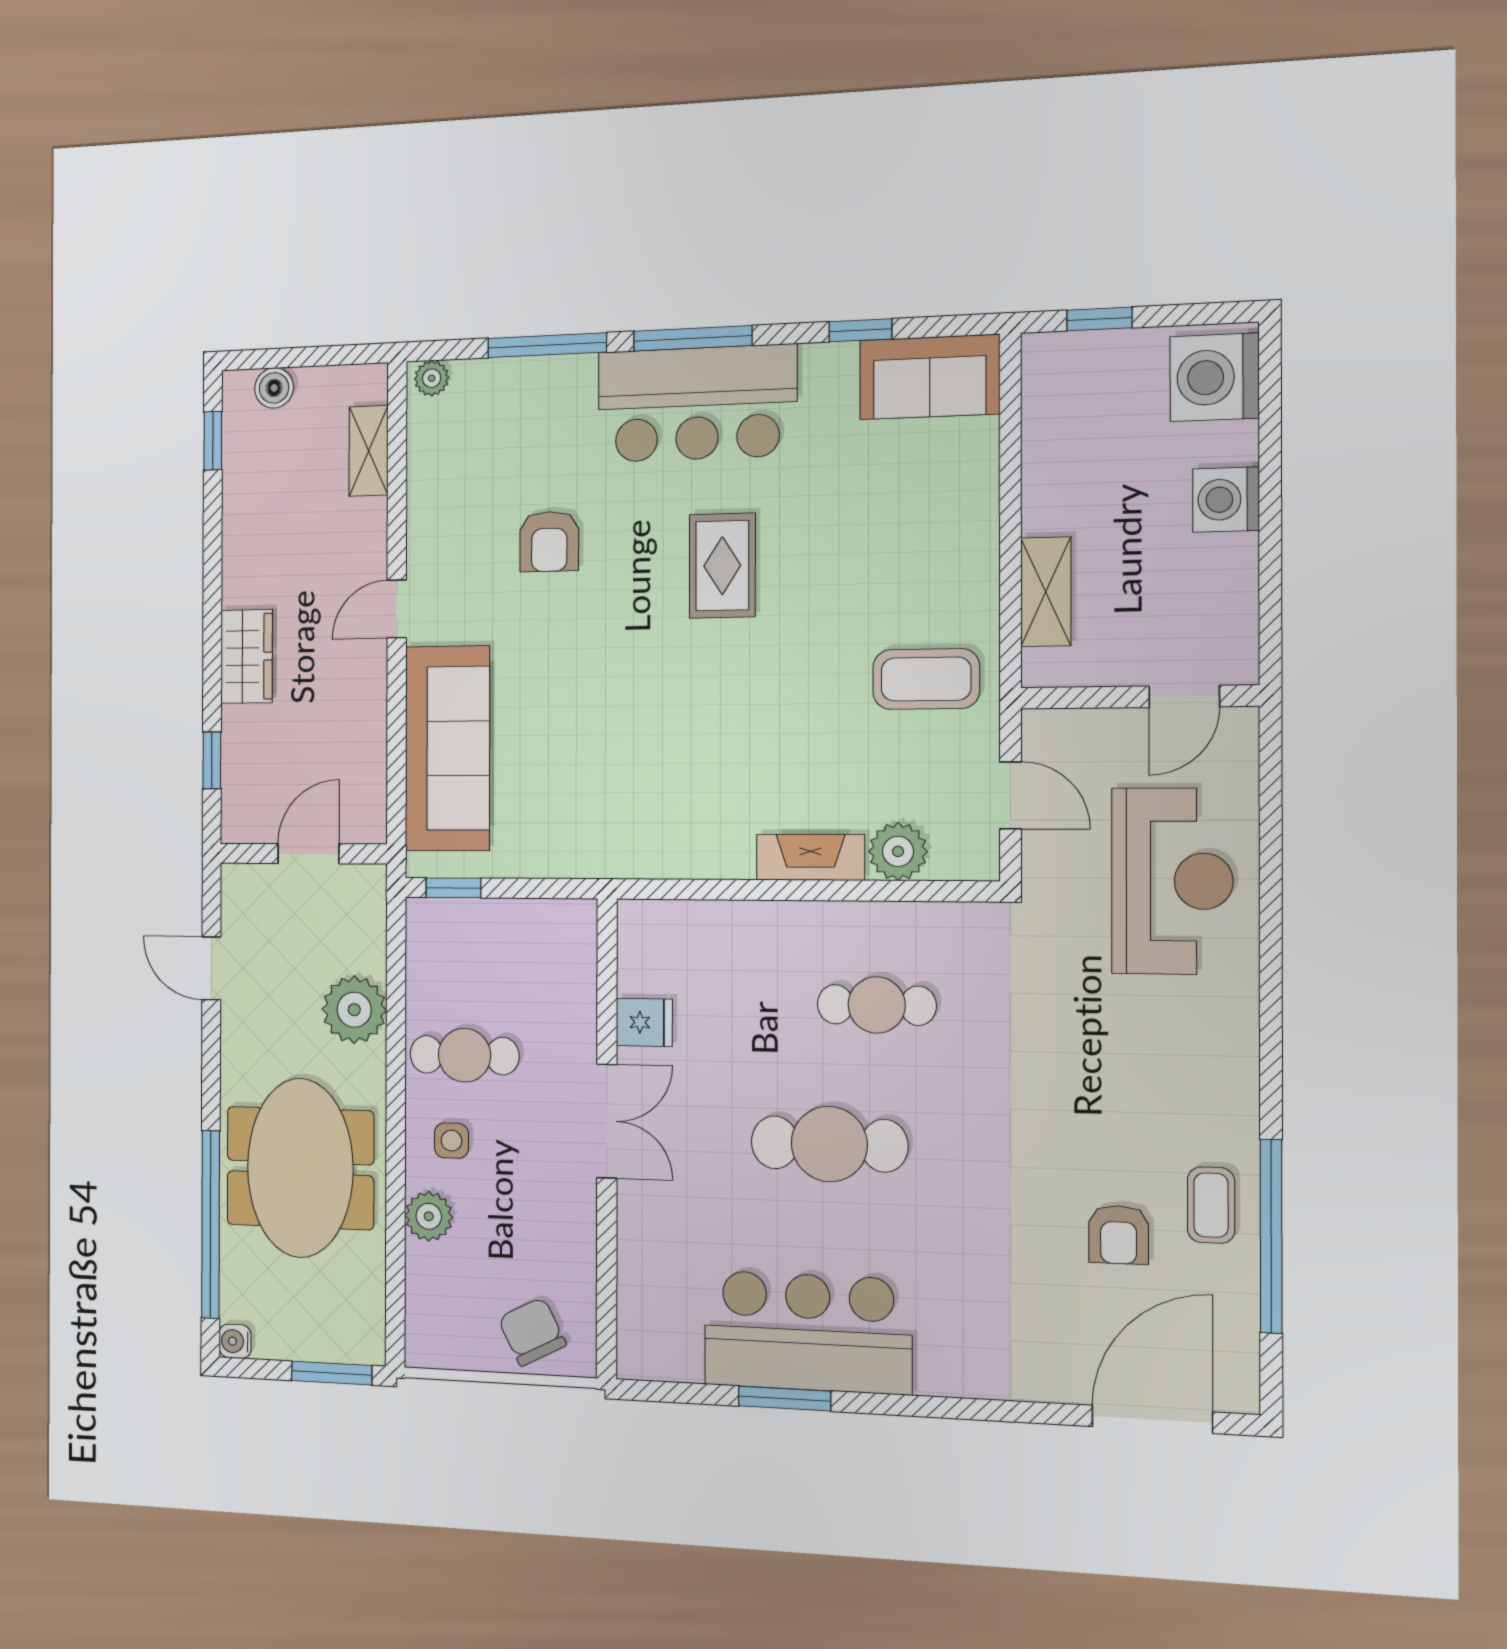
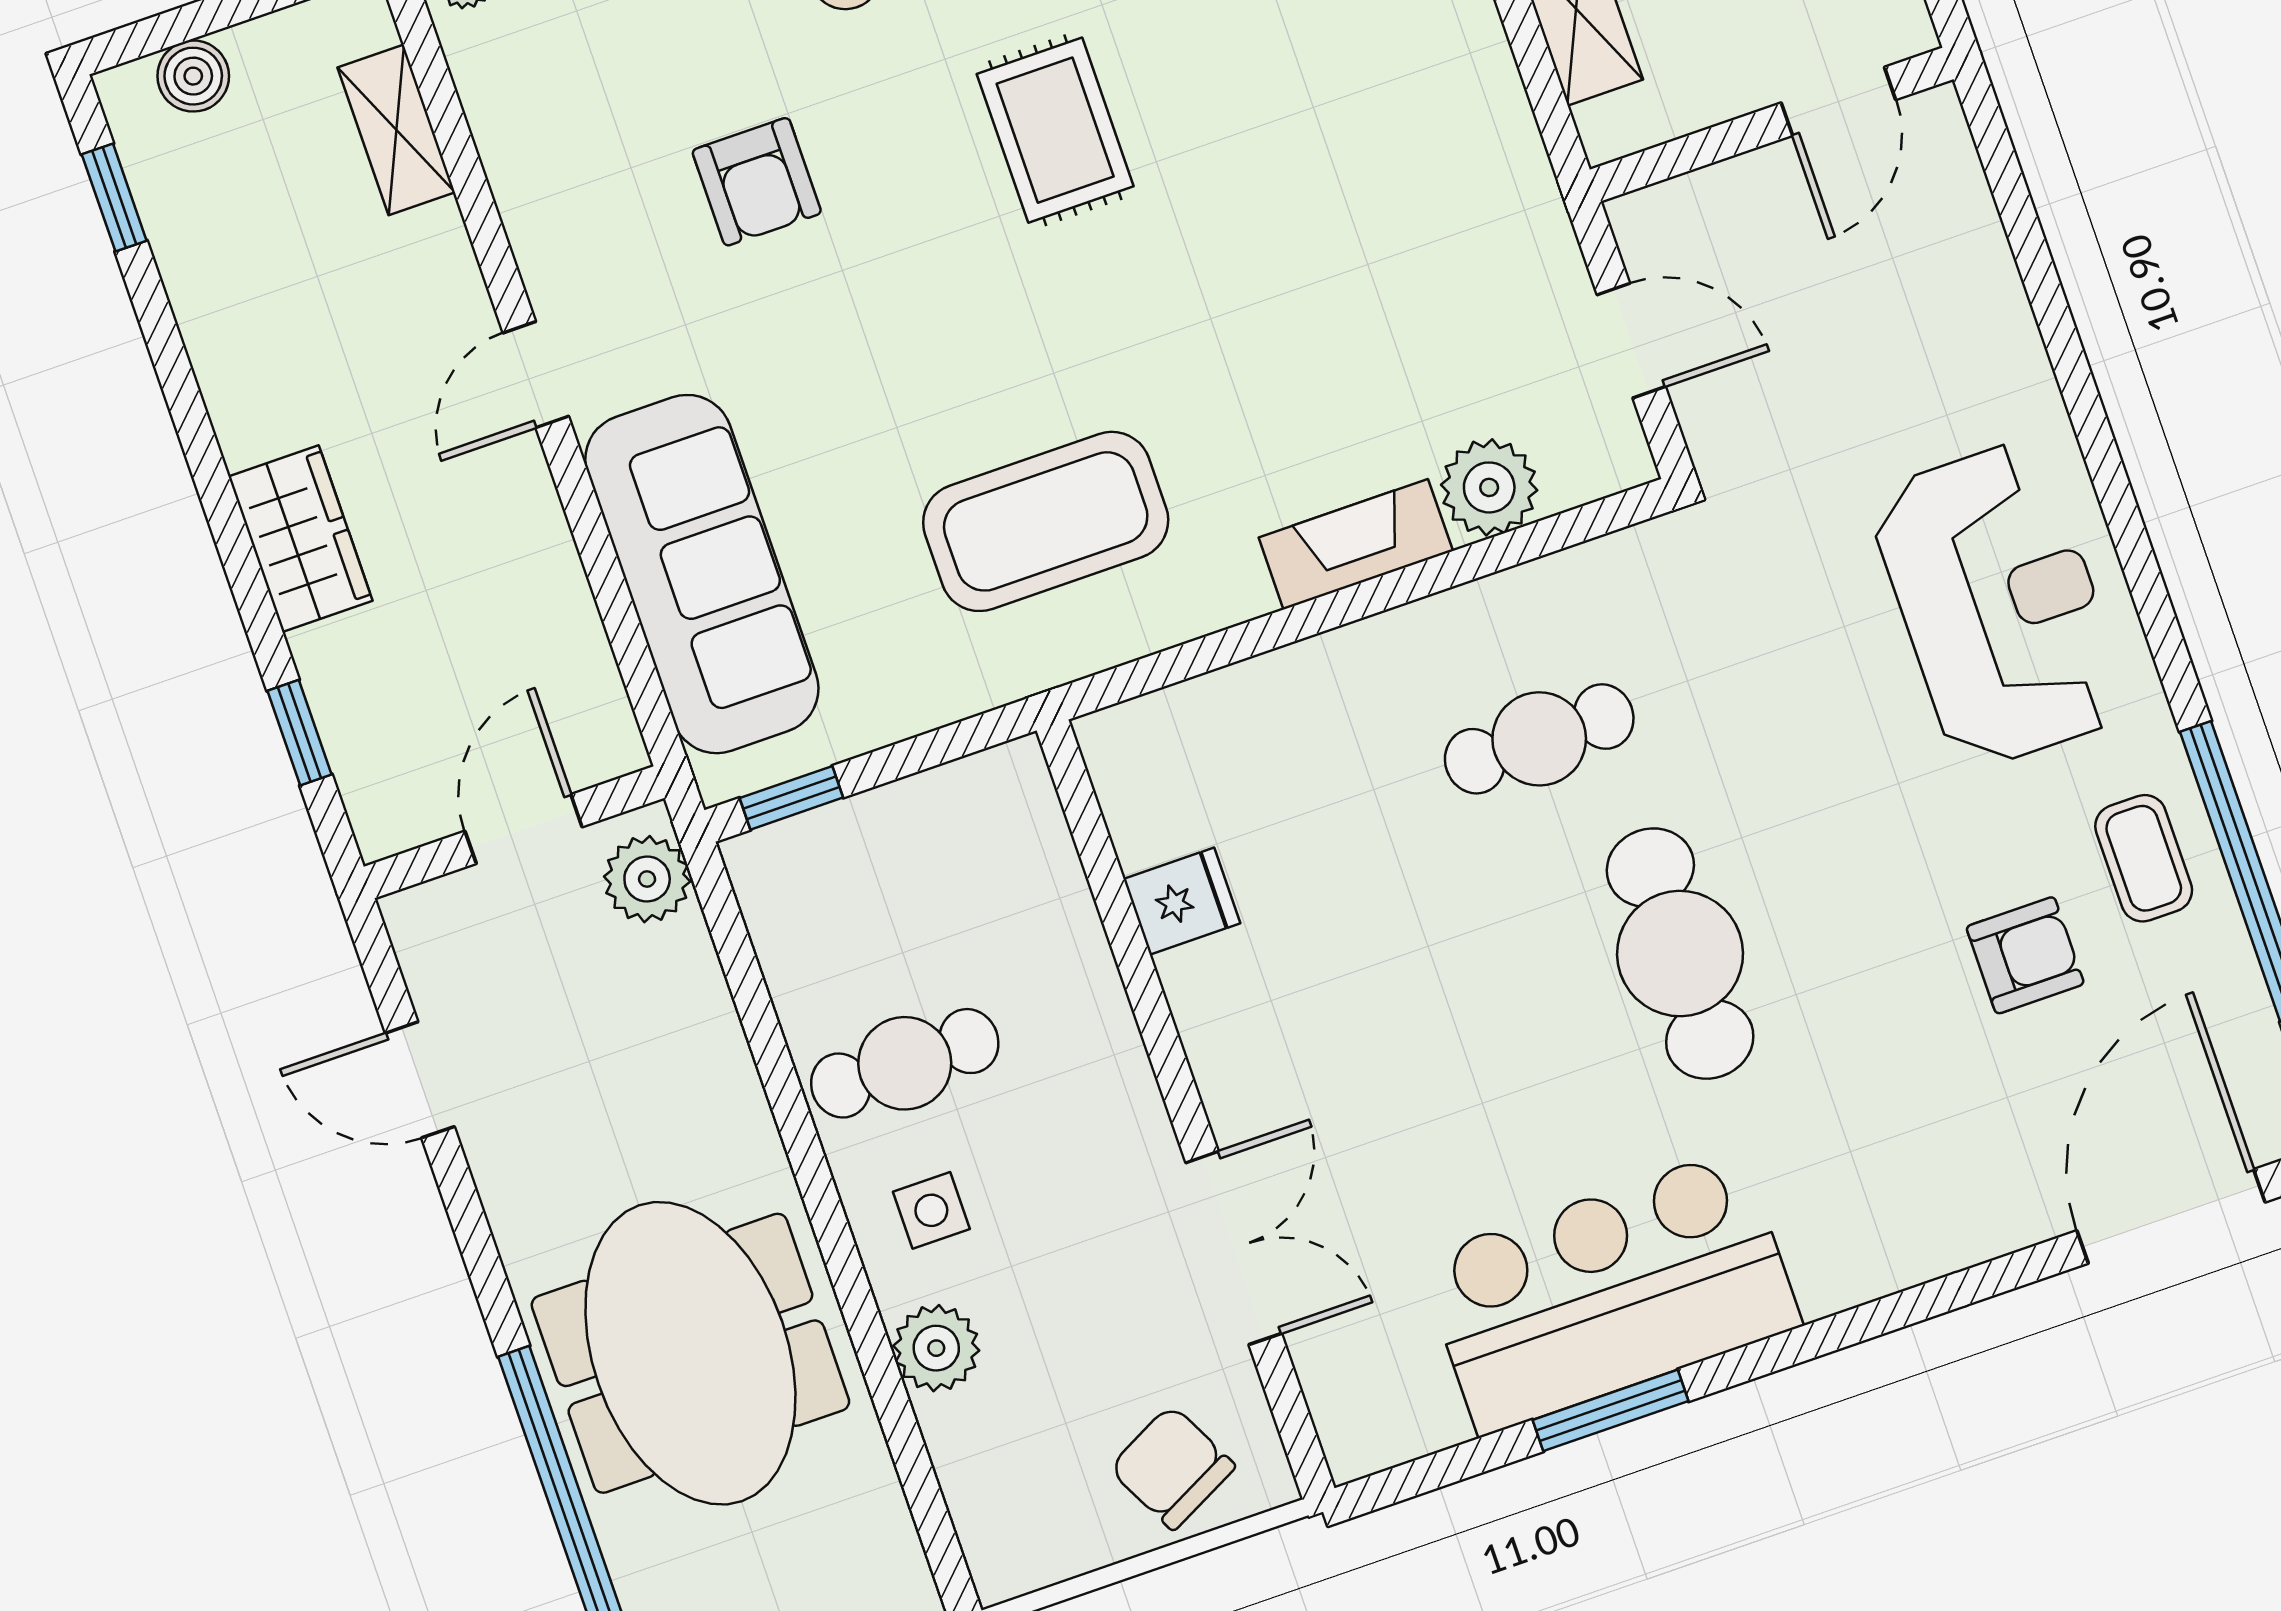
coffee table: (926, 679) -> (1046, 521), moved, width x1.36, depth x1.32
reception desk: (1172, 881) -> (1999, 605), moved
plant: (354, 1010) -> (647, 879), moved, width x0.73, depth x0.73
double door: (607, 1121) -> (1234, 1248), moved
cafe table: (829, 1144) -> (1680, 954), moved, turned 90
armchair: (1119, 1235) -> (2025, 955), turned -90

